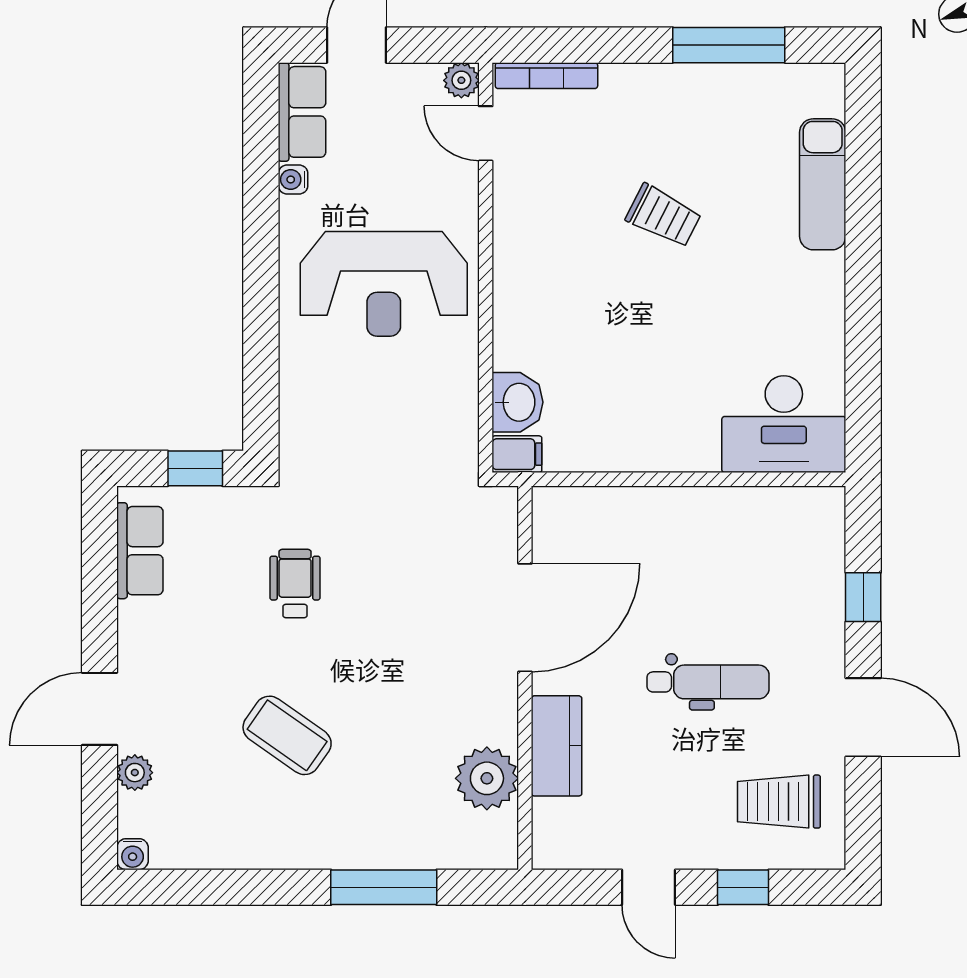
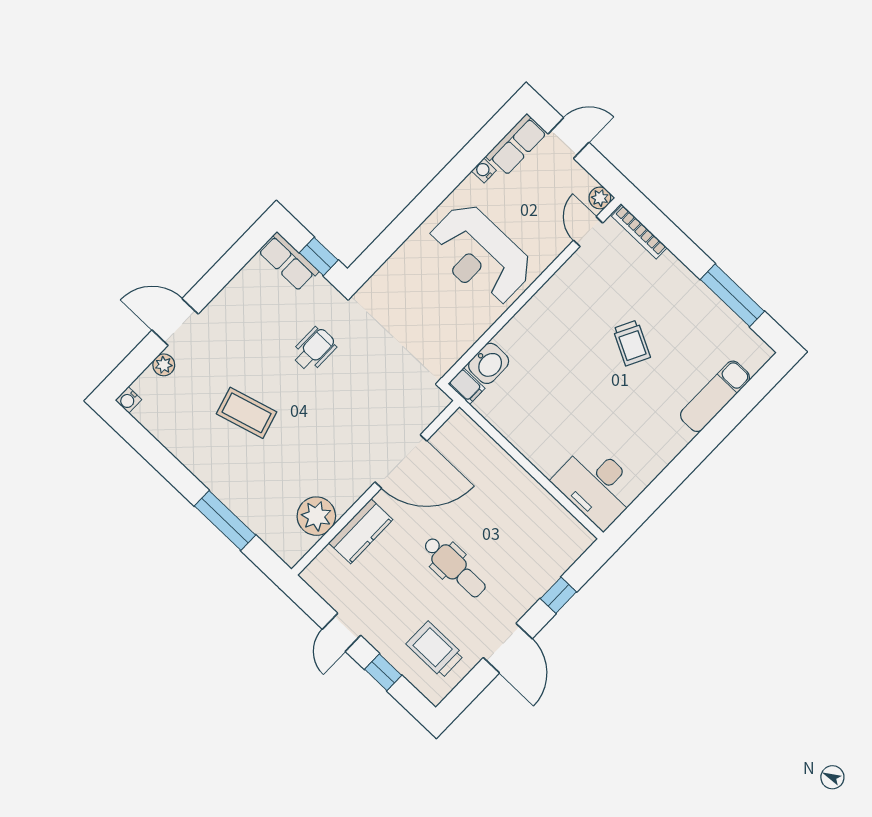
row of seats: (140, 551) -> (288, 262), moved, turned 90
coffee table: (287, 735) -> (246, 413), turned -51

